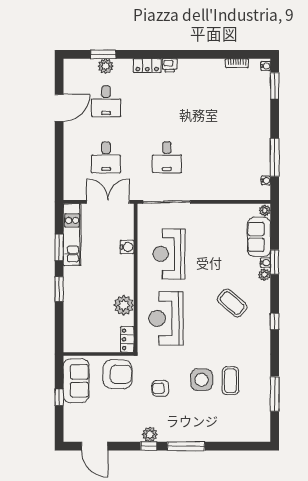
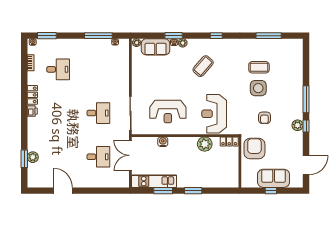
locker: (147, 66) -> (32, 95), moved
desk: (106, 101) -> (58, 69), moved
reception desk: (166, 318) -> (214, 114), turned 90
sofa: (76, 381) -> (274, 178), moved

